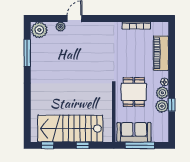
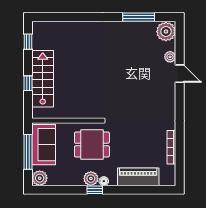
window: (172, 105) -> (95, 190), moved
plant: (162, 106) -> (40, 178), moved
stairs: (70, 129) -> (43, 79), width x0.73, depth x0.66

